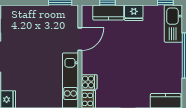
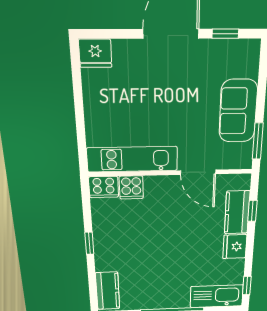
sofa: (41, 16) -> (238, 111), added

